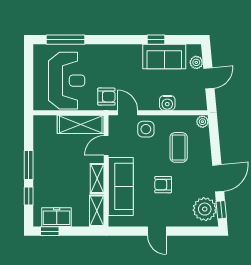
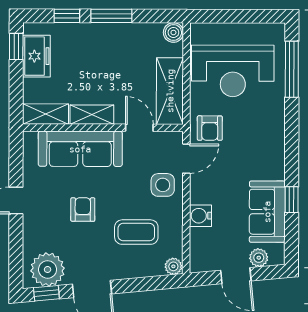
boiler: (40, 122) -> (173, 33), added

